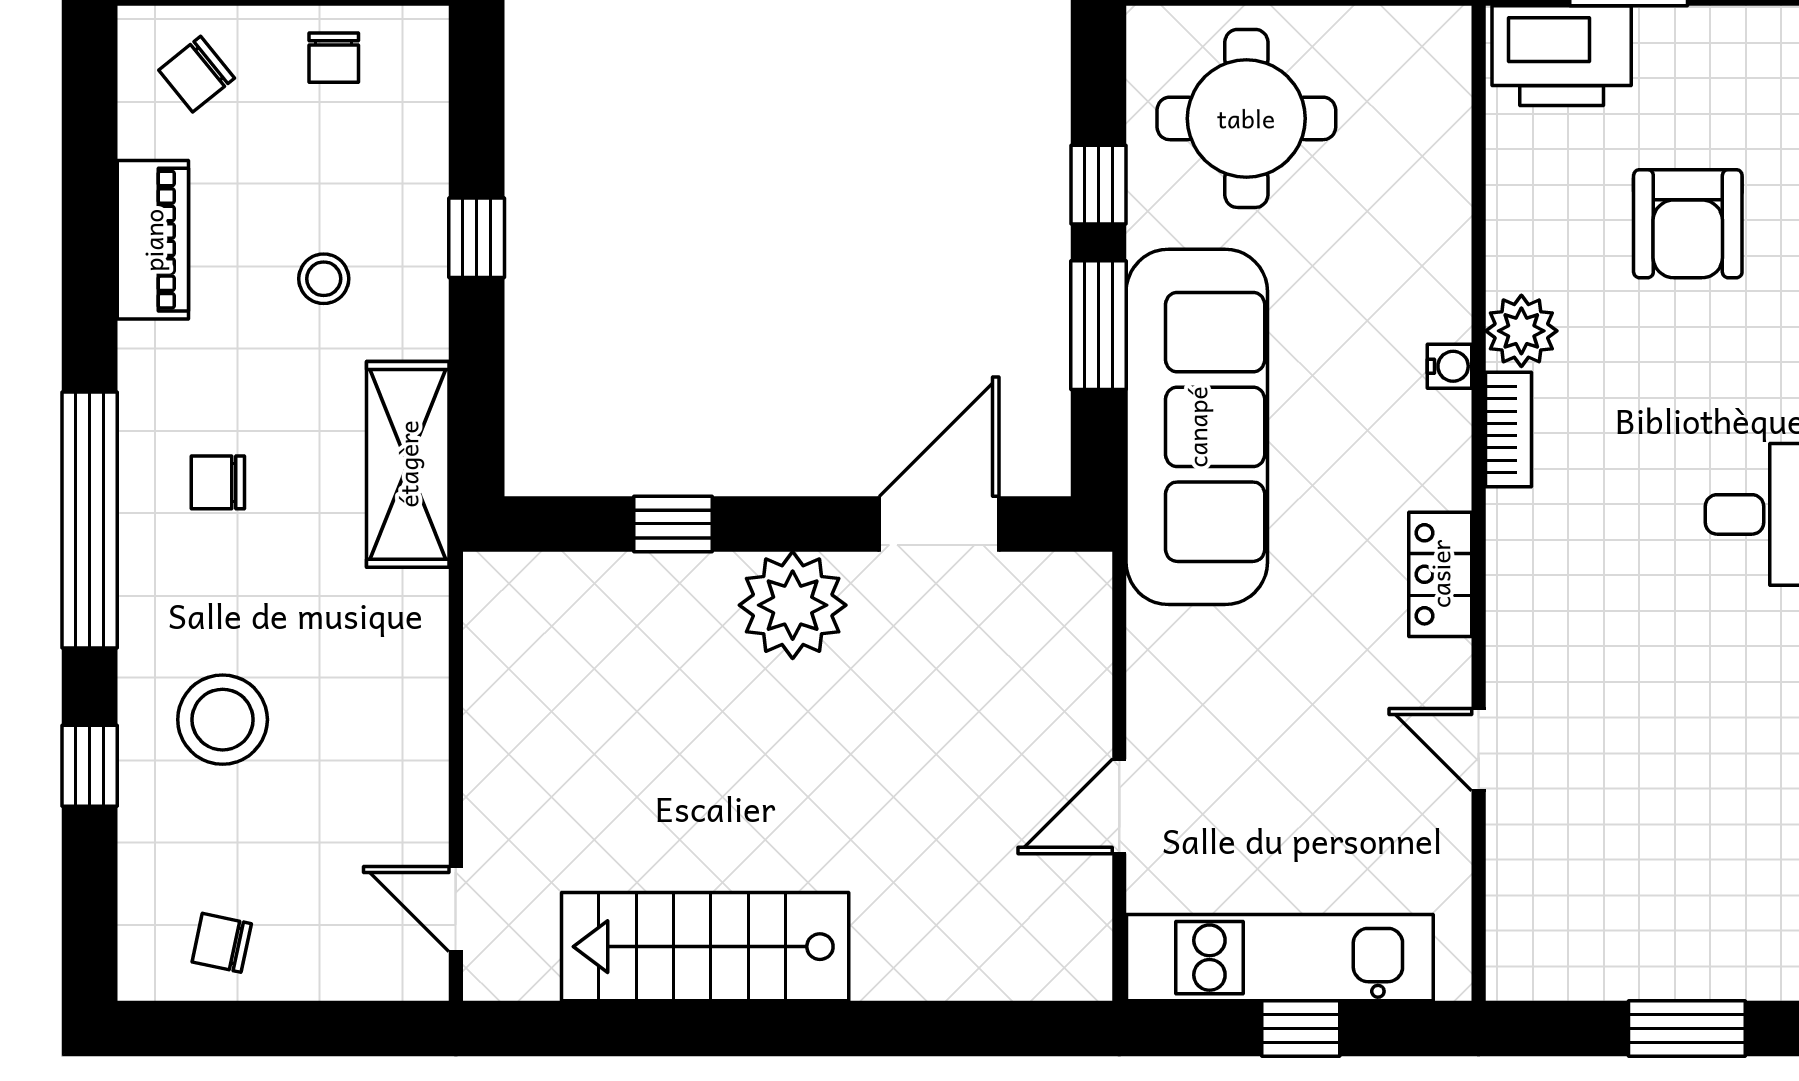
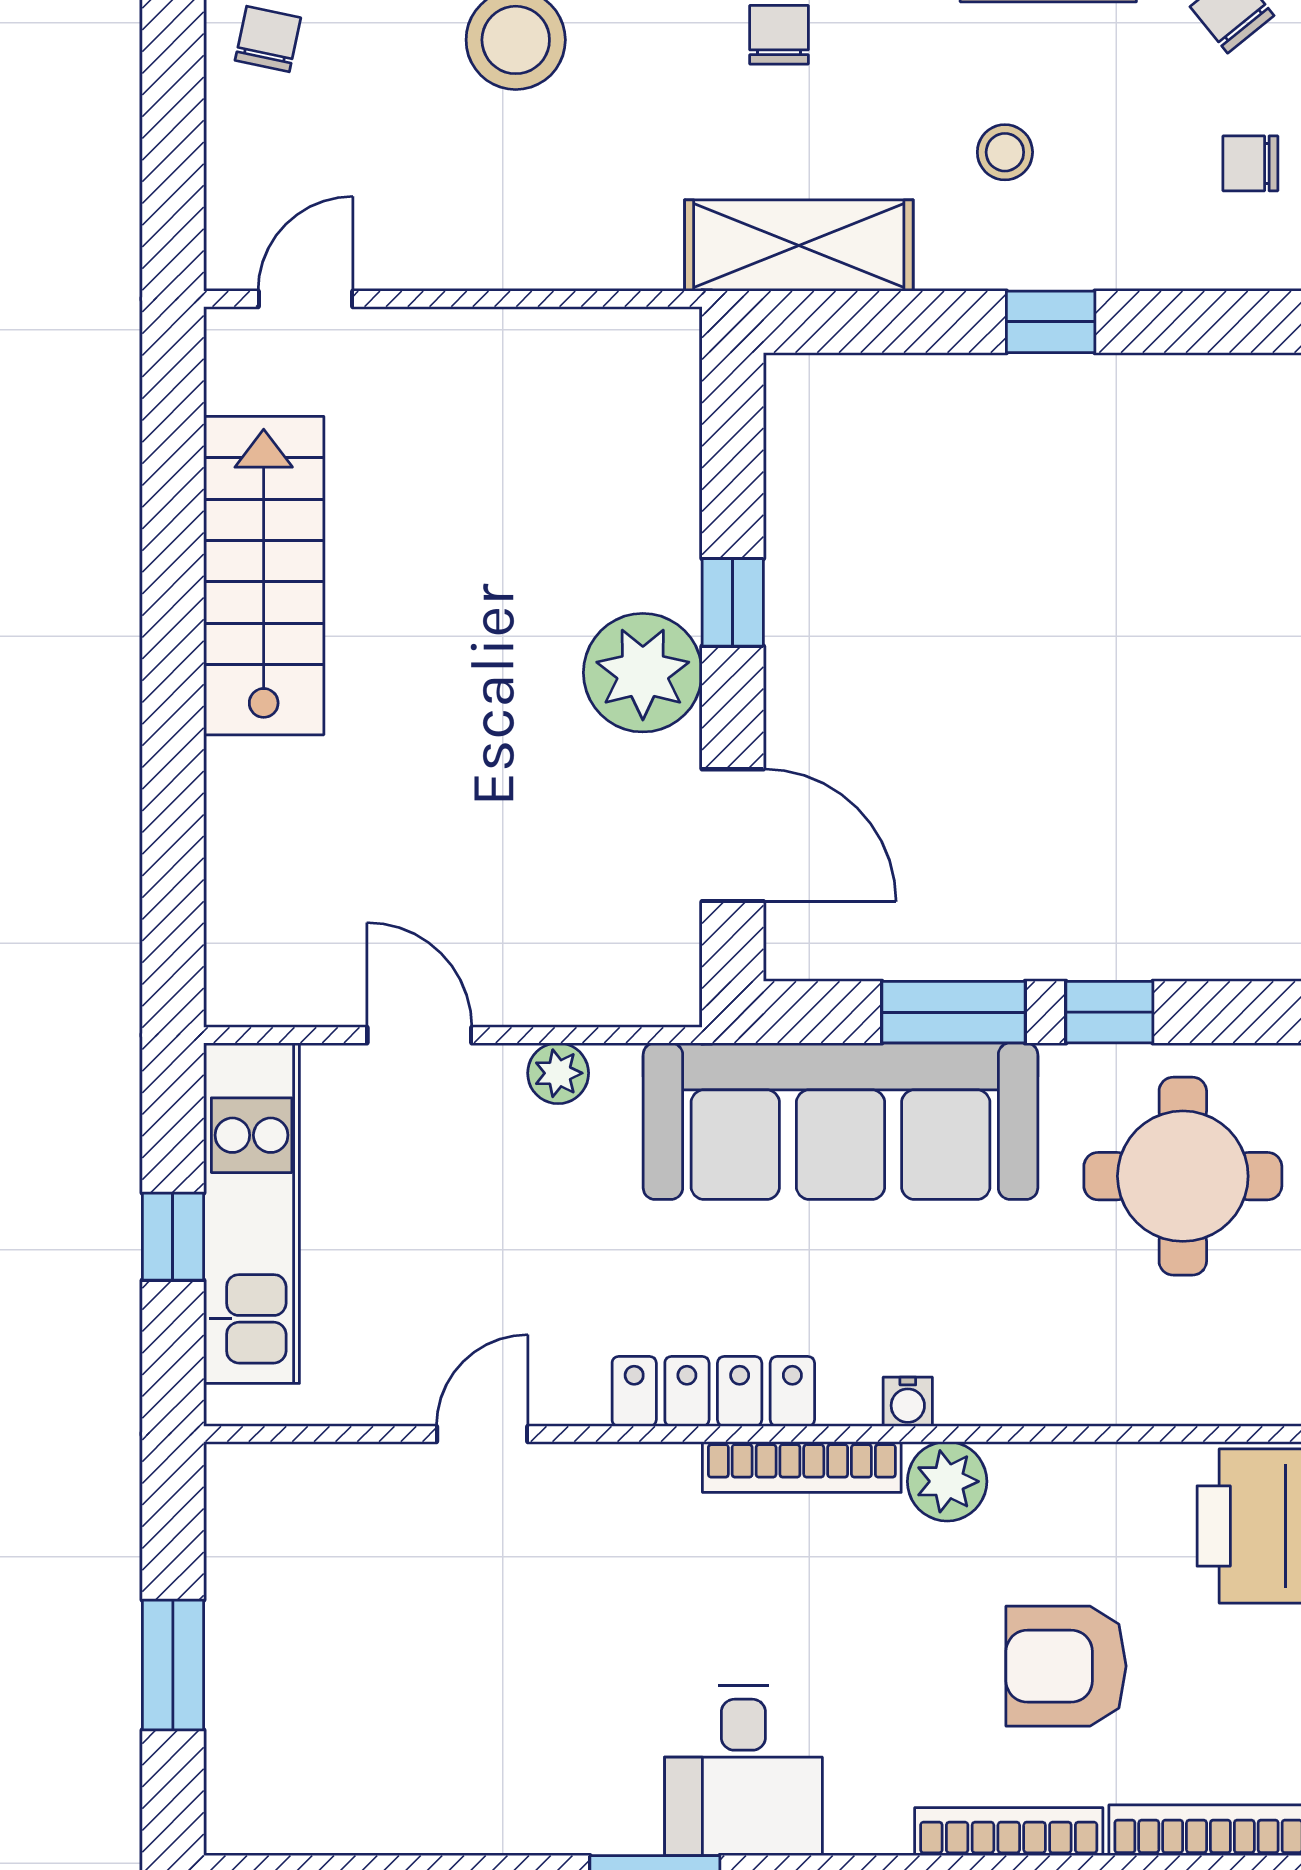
bookcase: (1508, 430) -> (802, 1467), width x1.56
window: (673, 524) -> (733, 602), moved
locker: (1440, 574) -> (713, 1391), width x1.53
plant: (1154, 681) -> (558, 1073), added

